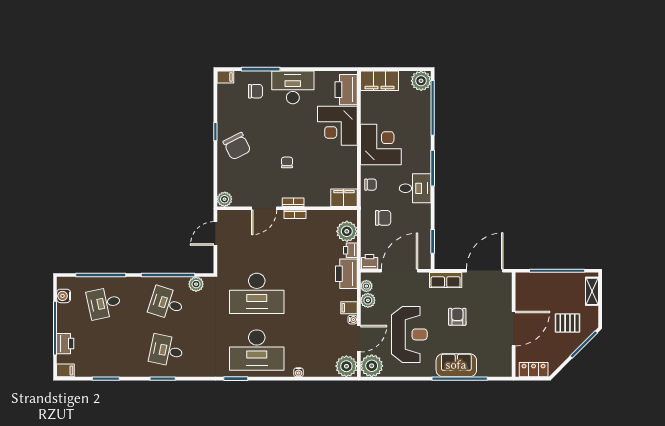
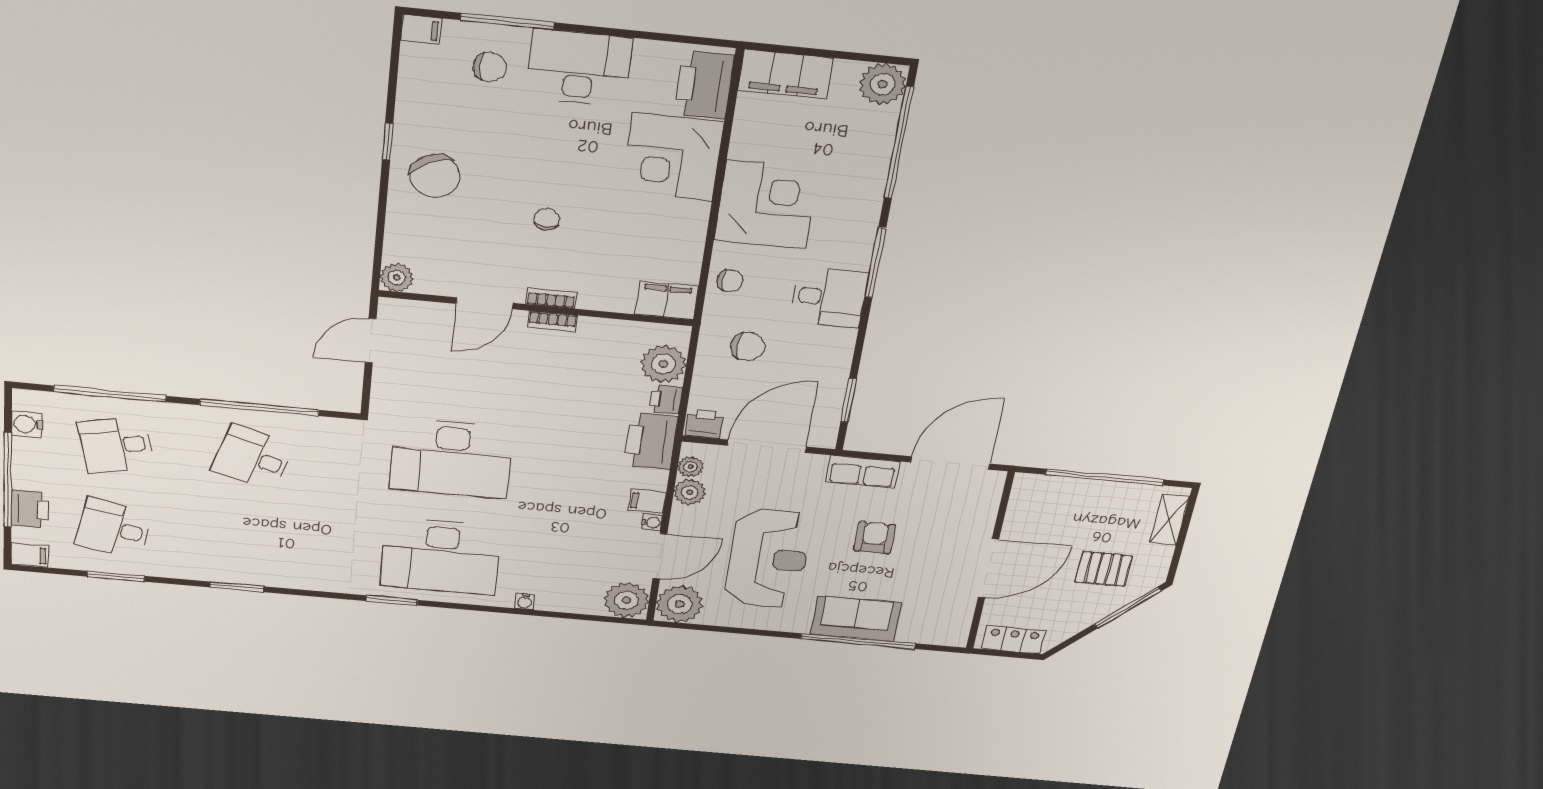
plant: (196, 284) -> (320, 430), removed
desk: (166, 350) -> (114, 528), moved

